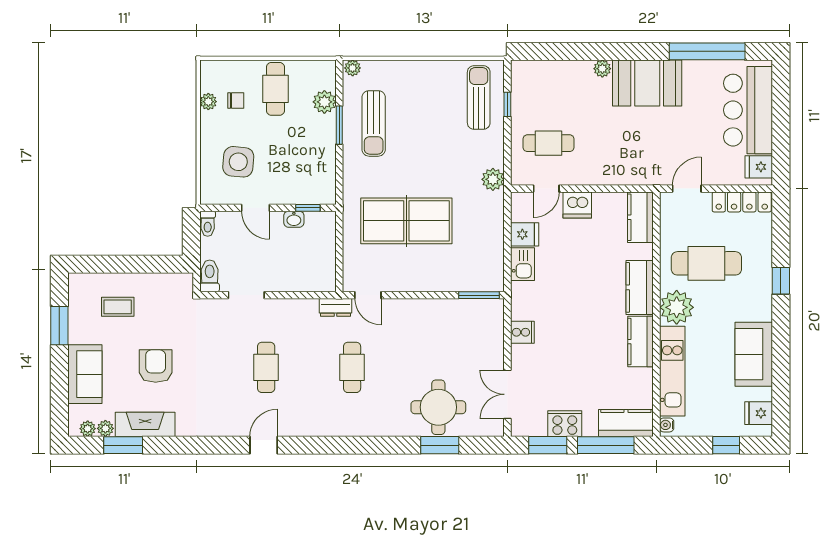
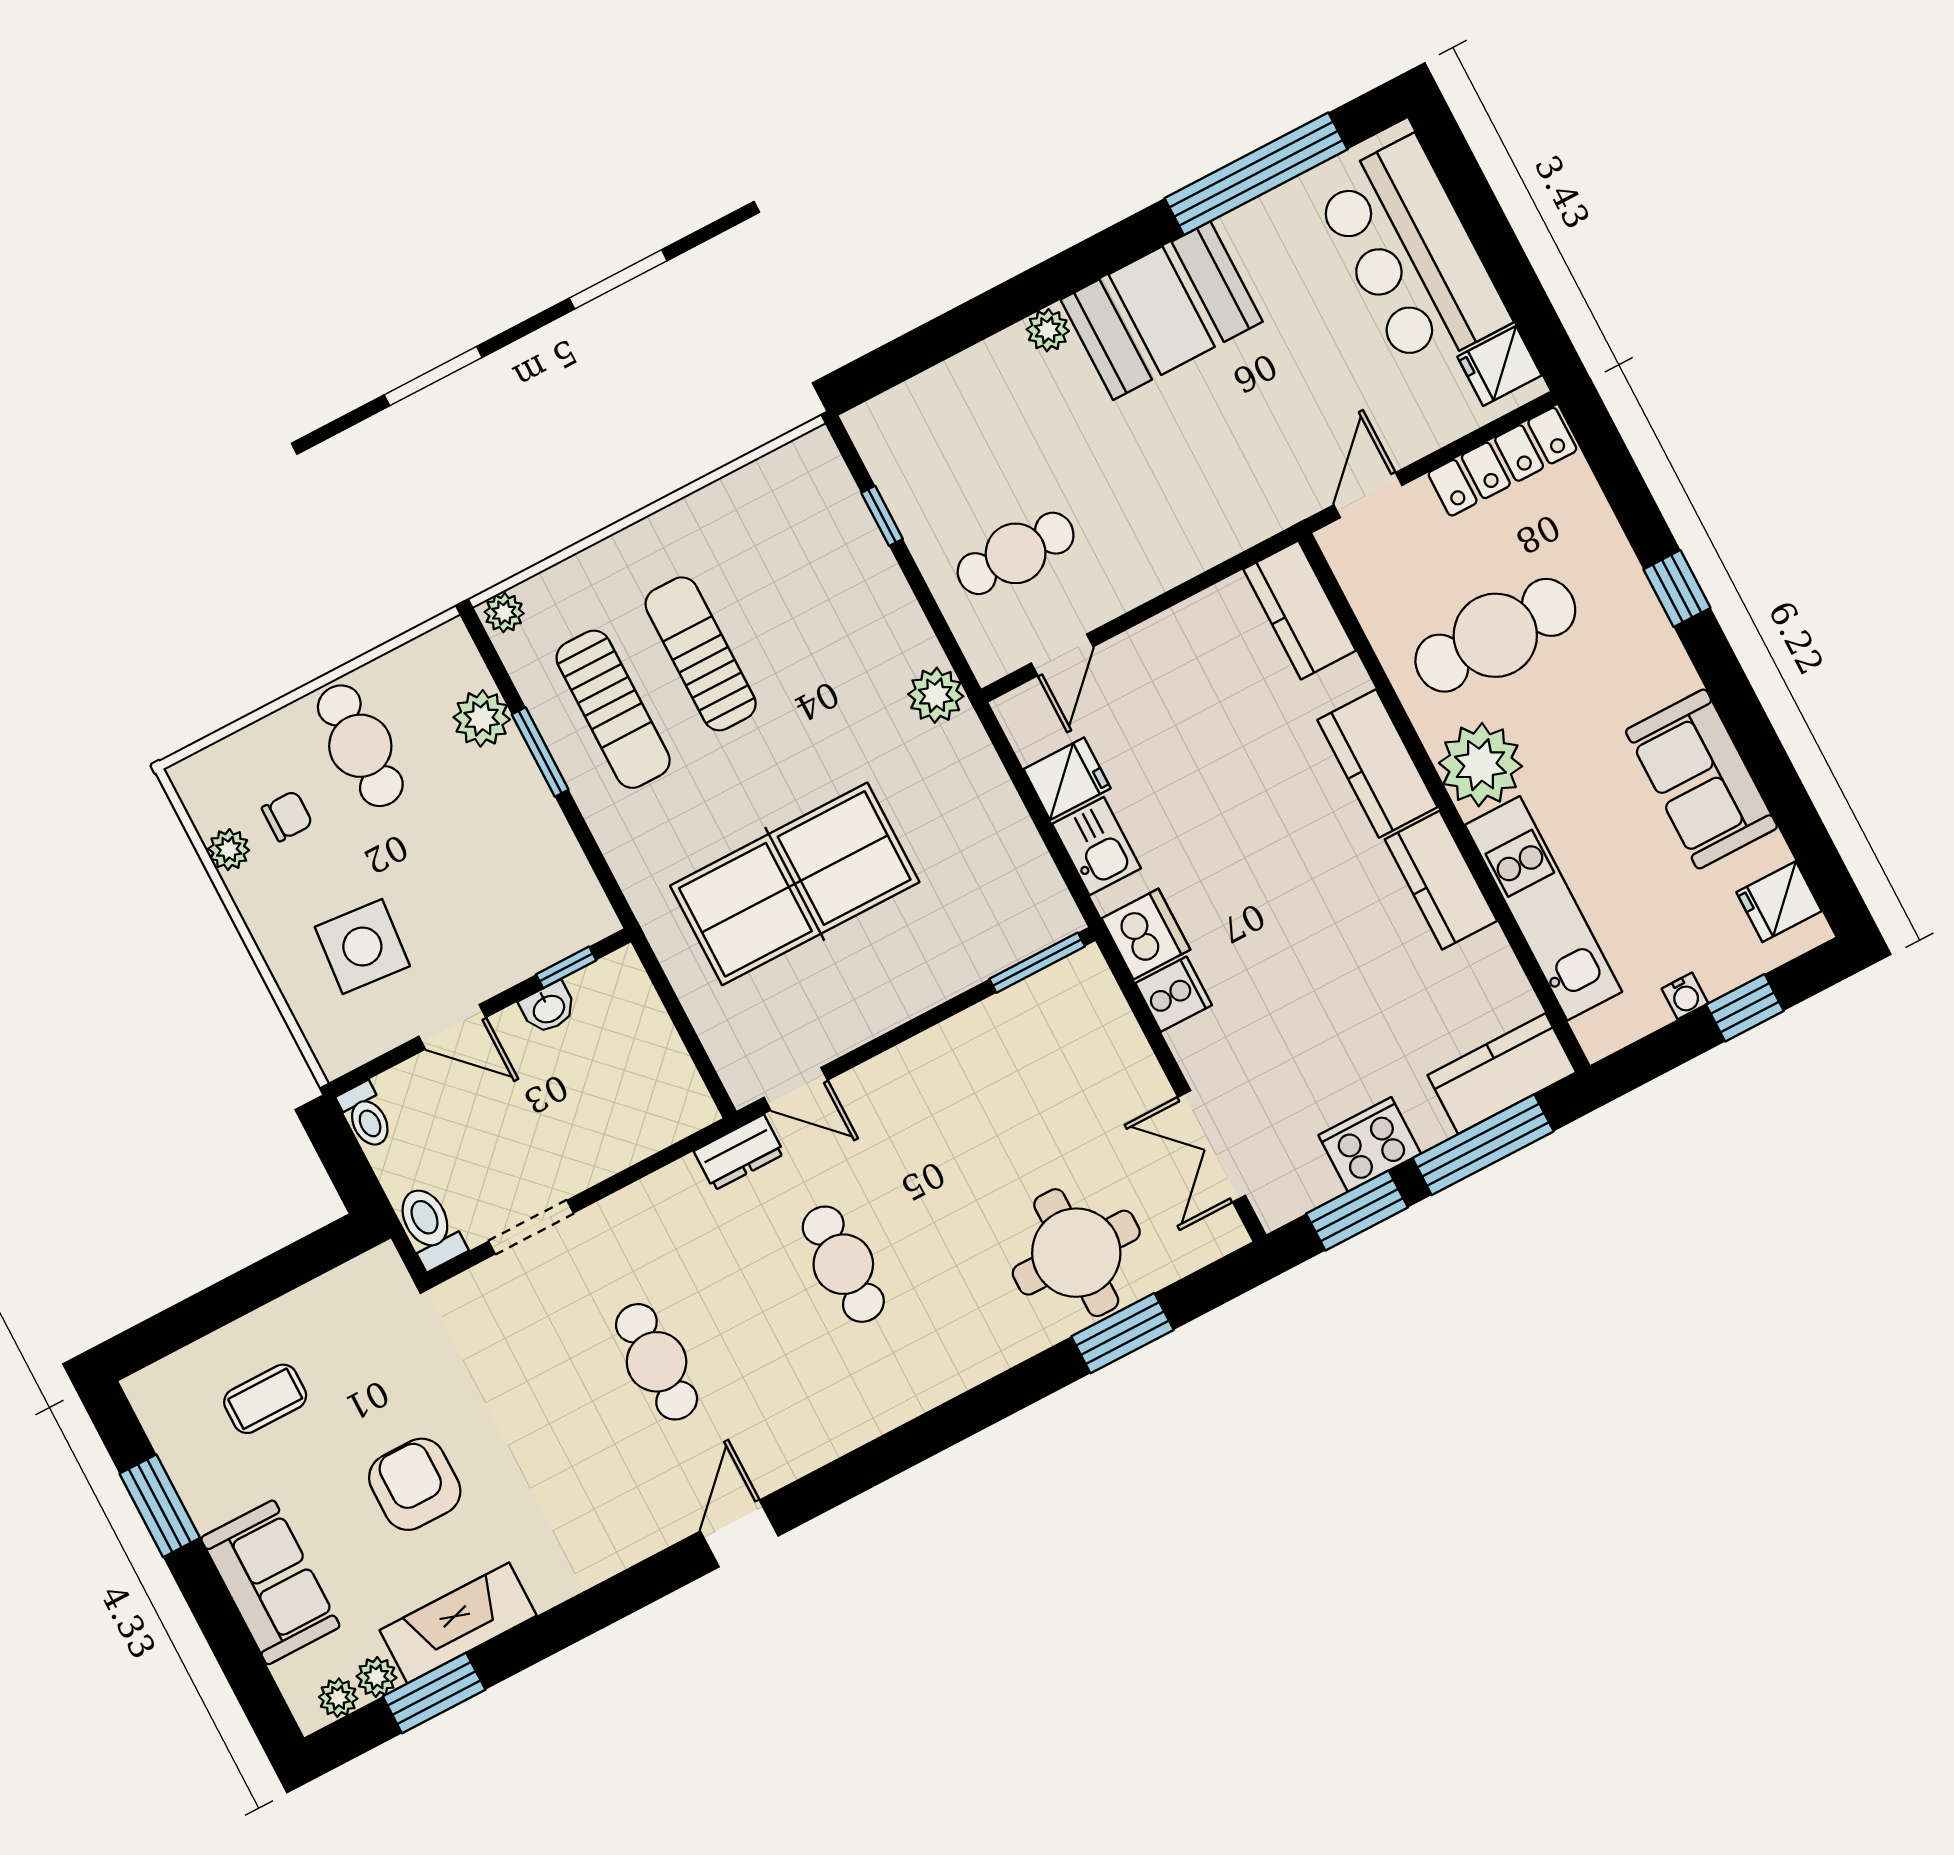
sun lounger: (479, 98) -> (701, 654), moved
dishwasher: (577, 205) -> (1146, 934), moved, turned -90
water cooler: (667, 425) -> (1685, 996), moved, turned -90

